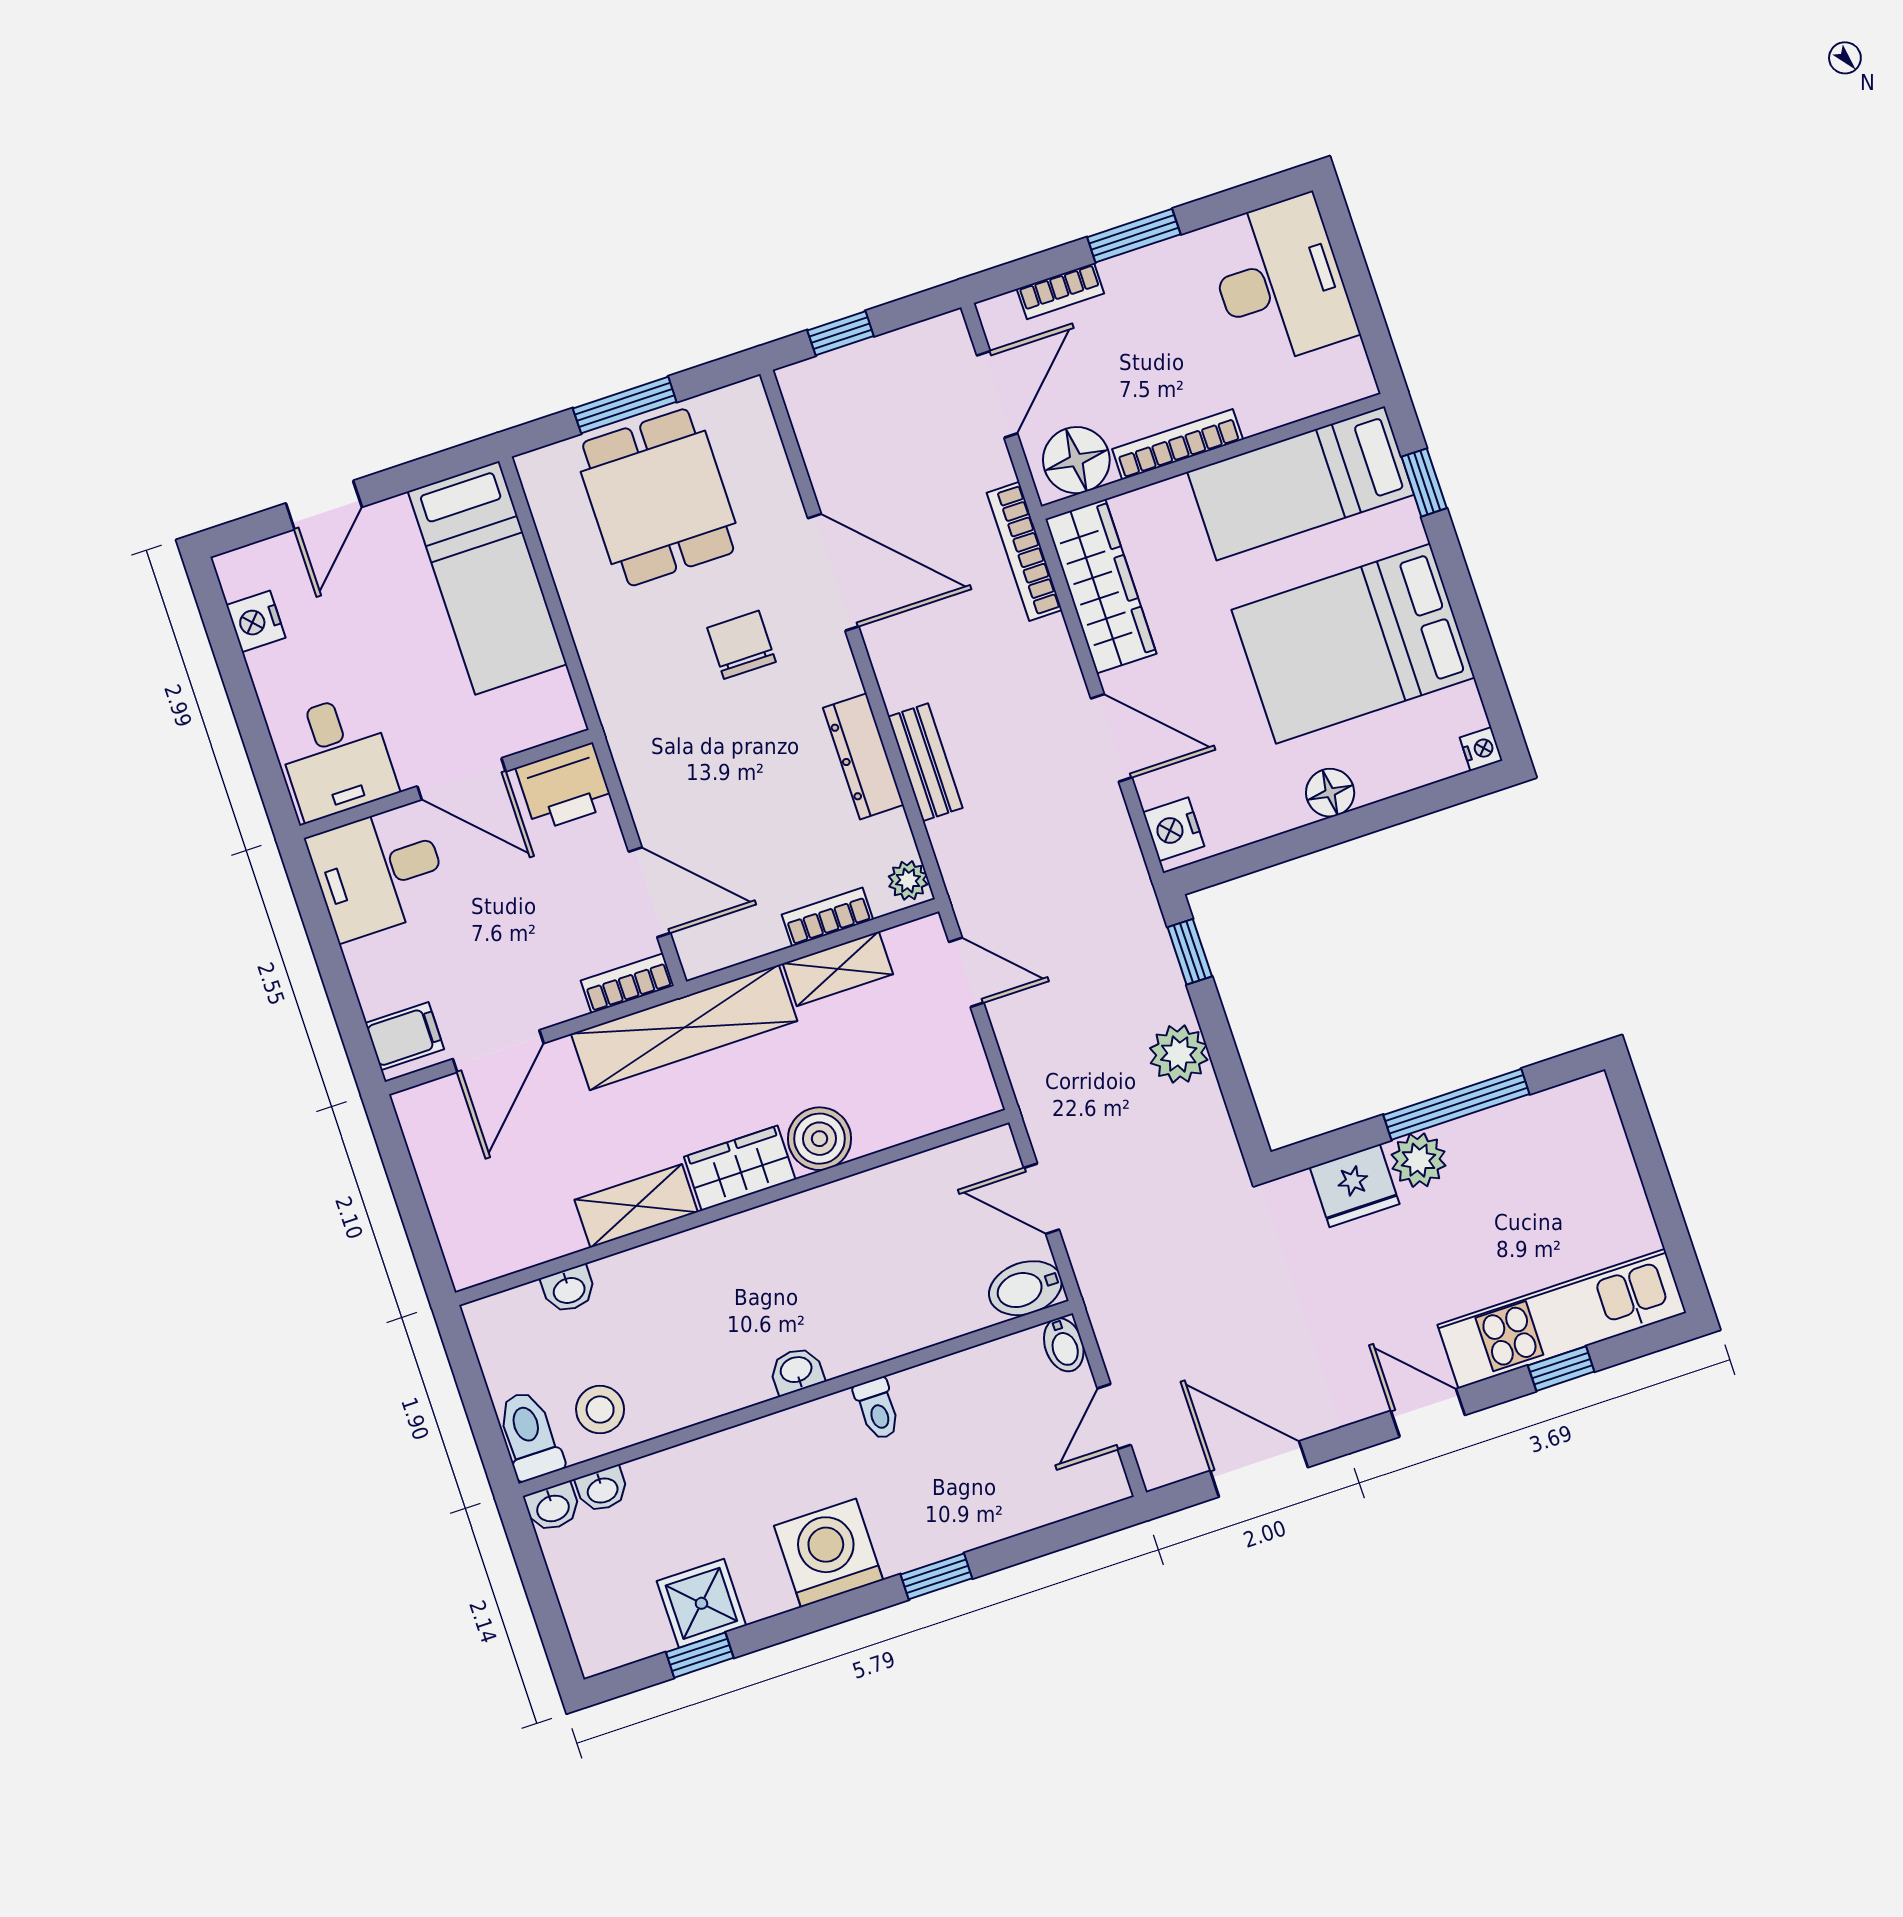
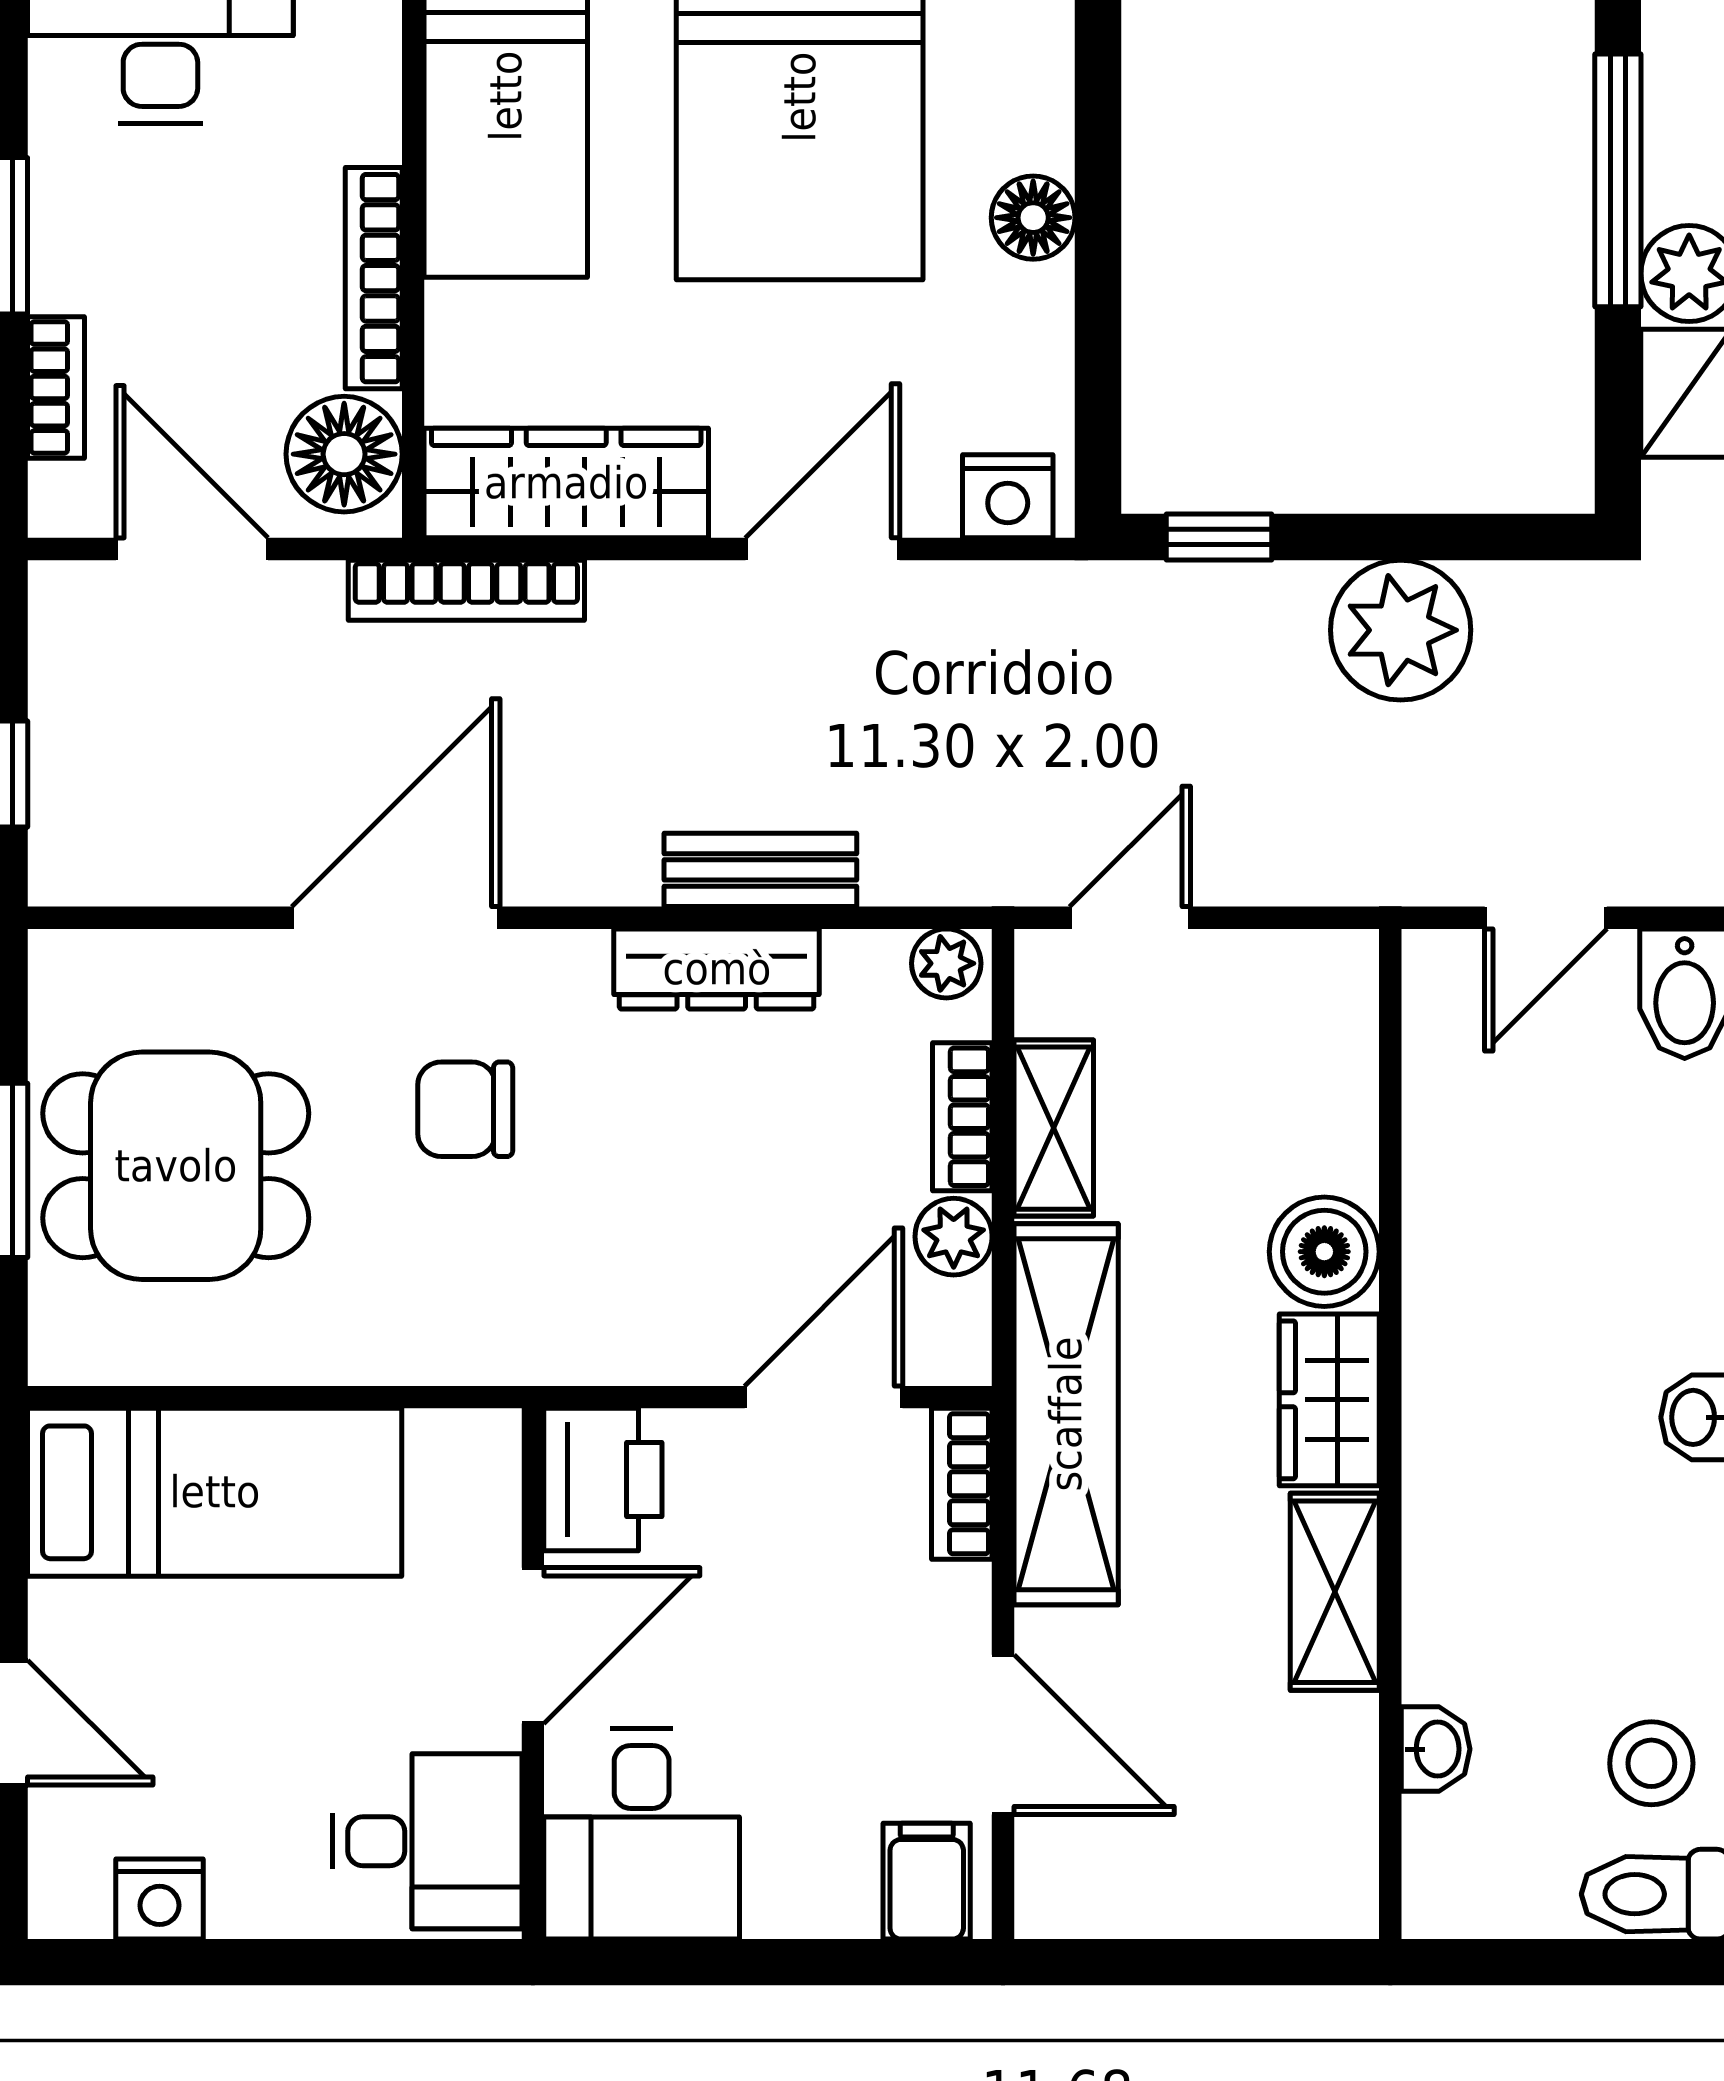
plant: (761, 934) -> (954, 1237), added
plant: (1179, 1054) -> (1401, 630), width x1.36, depth x1.36

